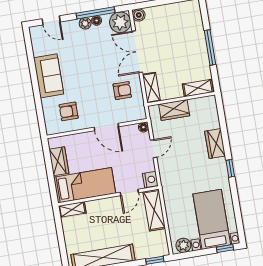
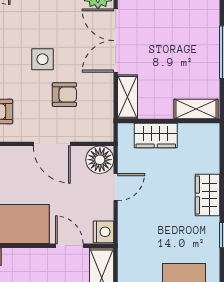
side table: (91, 72) -> (42, 59), added
armchair: (122, 91) -> (64, 95), moved
floor lamp: (143, 127) -> (100, 160), width x1.89, depth x1.89
door: (129, 192) -> (69, 246), swing flipped

